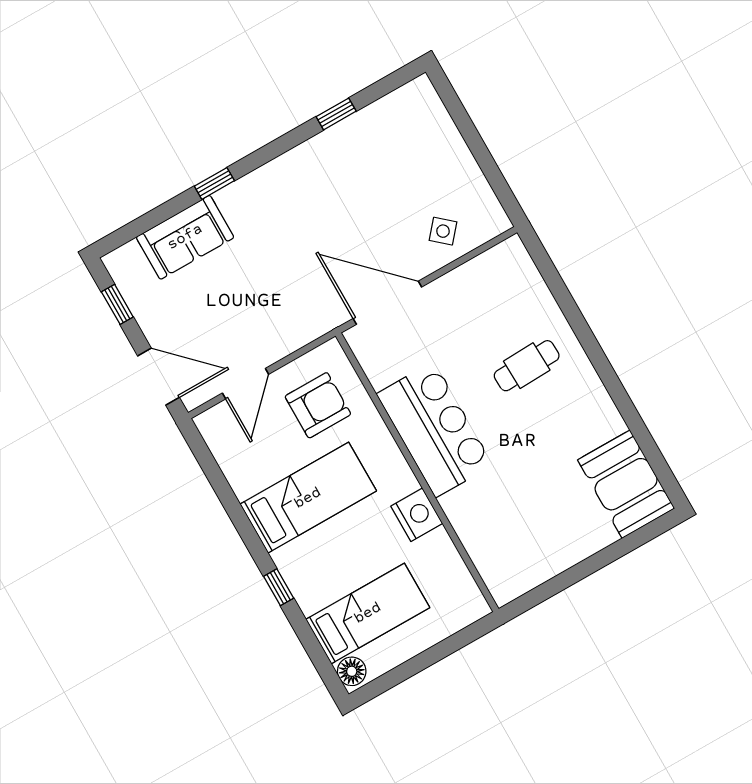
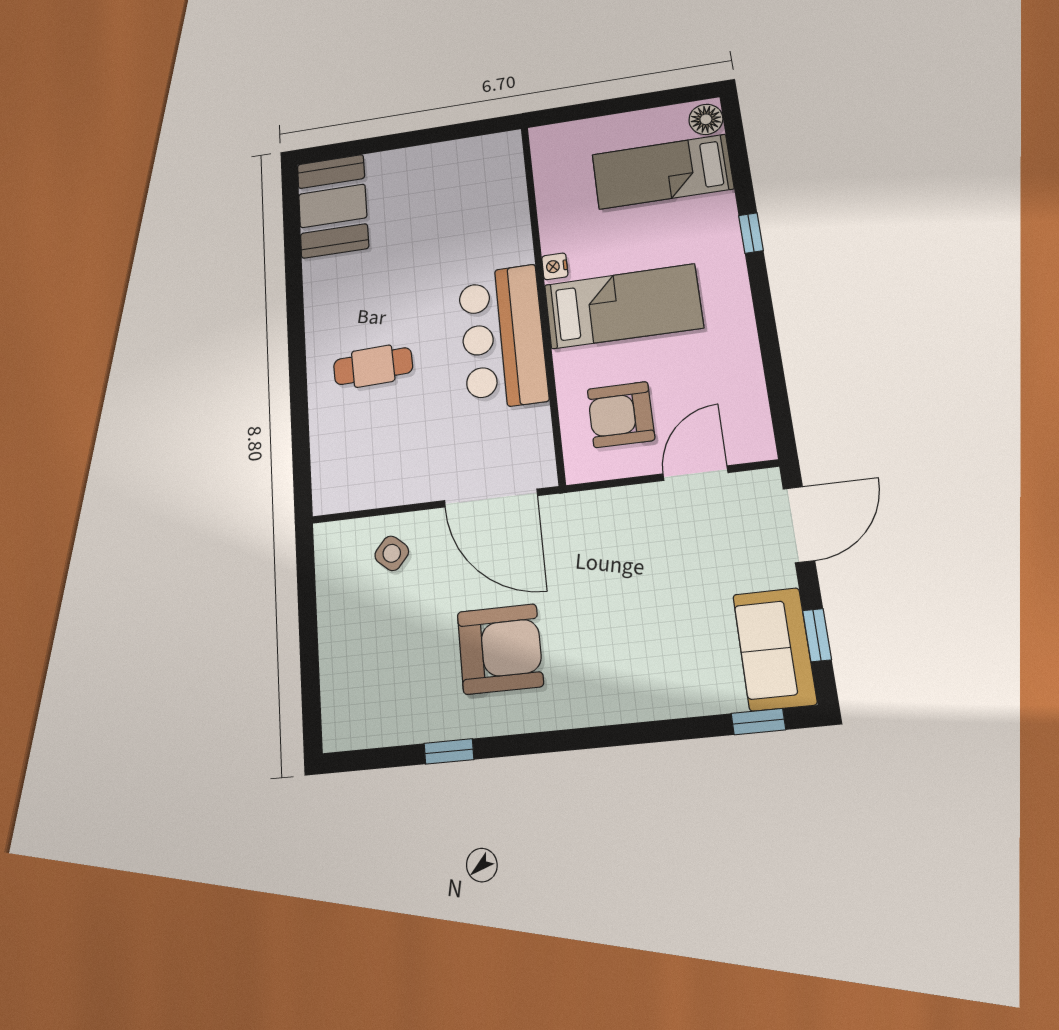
window: (214, 183) -> (758, 722), moved
armchair: (332, 199) -> (500, 649), added
sofa: (185, 237) -> (775, 649), moved, turned -90
door: (159, 377) -> (799, 524), swing flipped
bed: (308, 498) -> (623, 306), moved, turned 180
nightstand: (417, 515) -> (555, 266), width x0.53, depth x0.56

